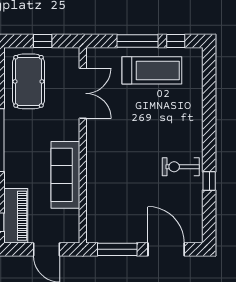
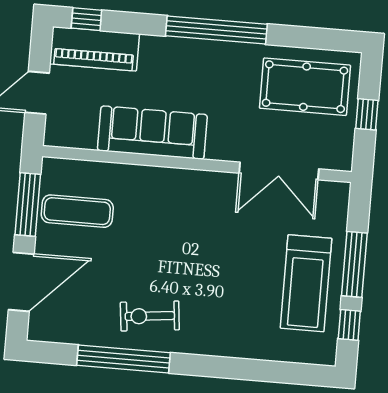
exercise bike: (181, 167) -> (150, 316), turned -96
window: (209, 181) -> (124, 359), width x3.17
exercise mat: (119, 218) -> (77, 211), added

